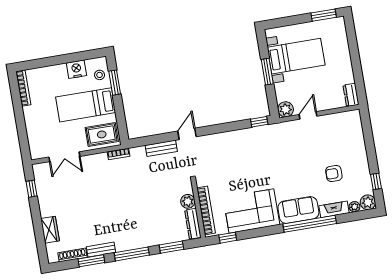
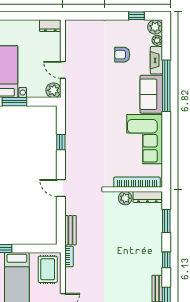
window: (259, 122) -> (61, 142), moved
bench: (161, 148) -> (70, 230), moved
armchair: (334, 173) -> (122, 55), turned 90
window: (228, 238) -> (166, 166), removed
window: (132, 254) -> (166, 260), width x0.46

